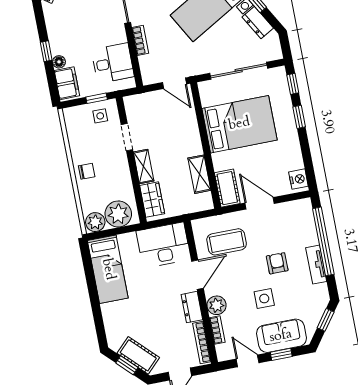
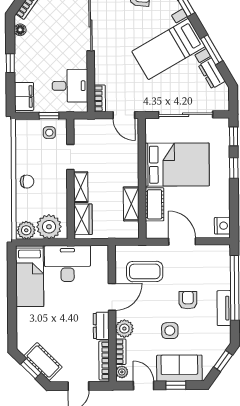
bookcase: (140, 40) -> (100, 98), moved
floor lamp: (59, 62) -> (20, 30), moved
cot: (227, 188) -> (155, 204), moved
desk: (163, 245) -> (67, 264), moved
plant: (222, 351) -> (122, 372), added

